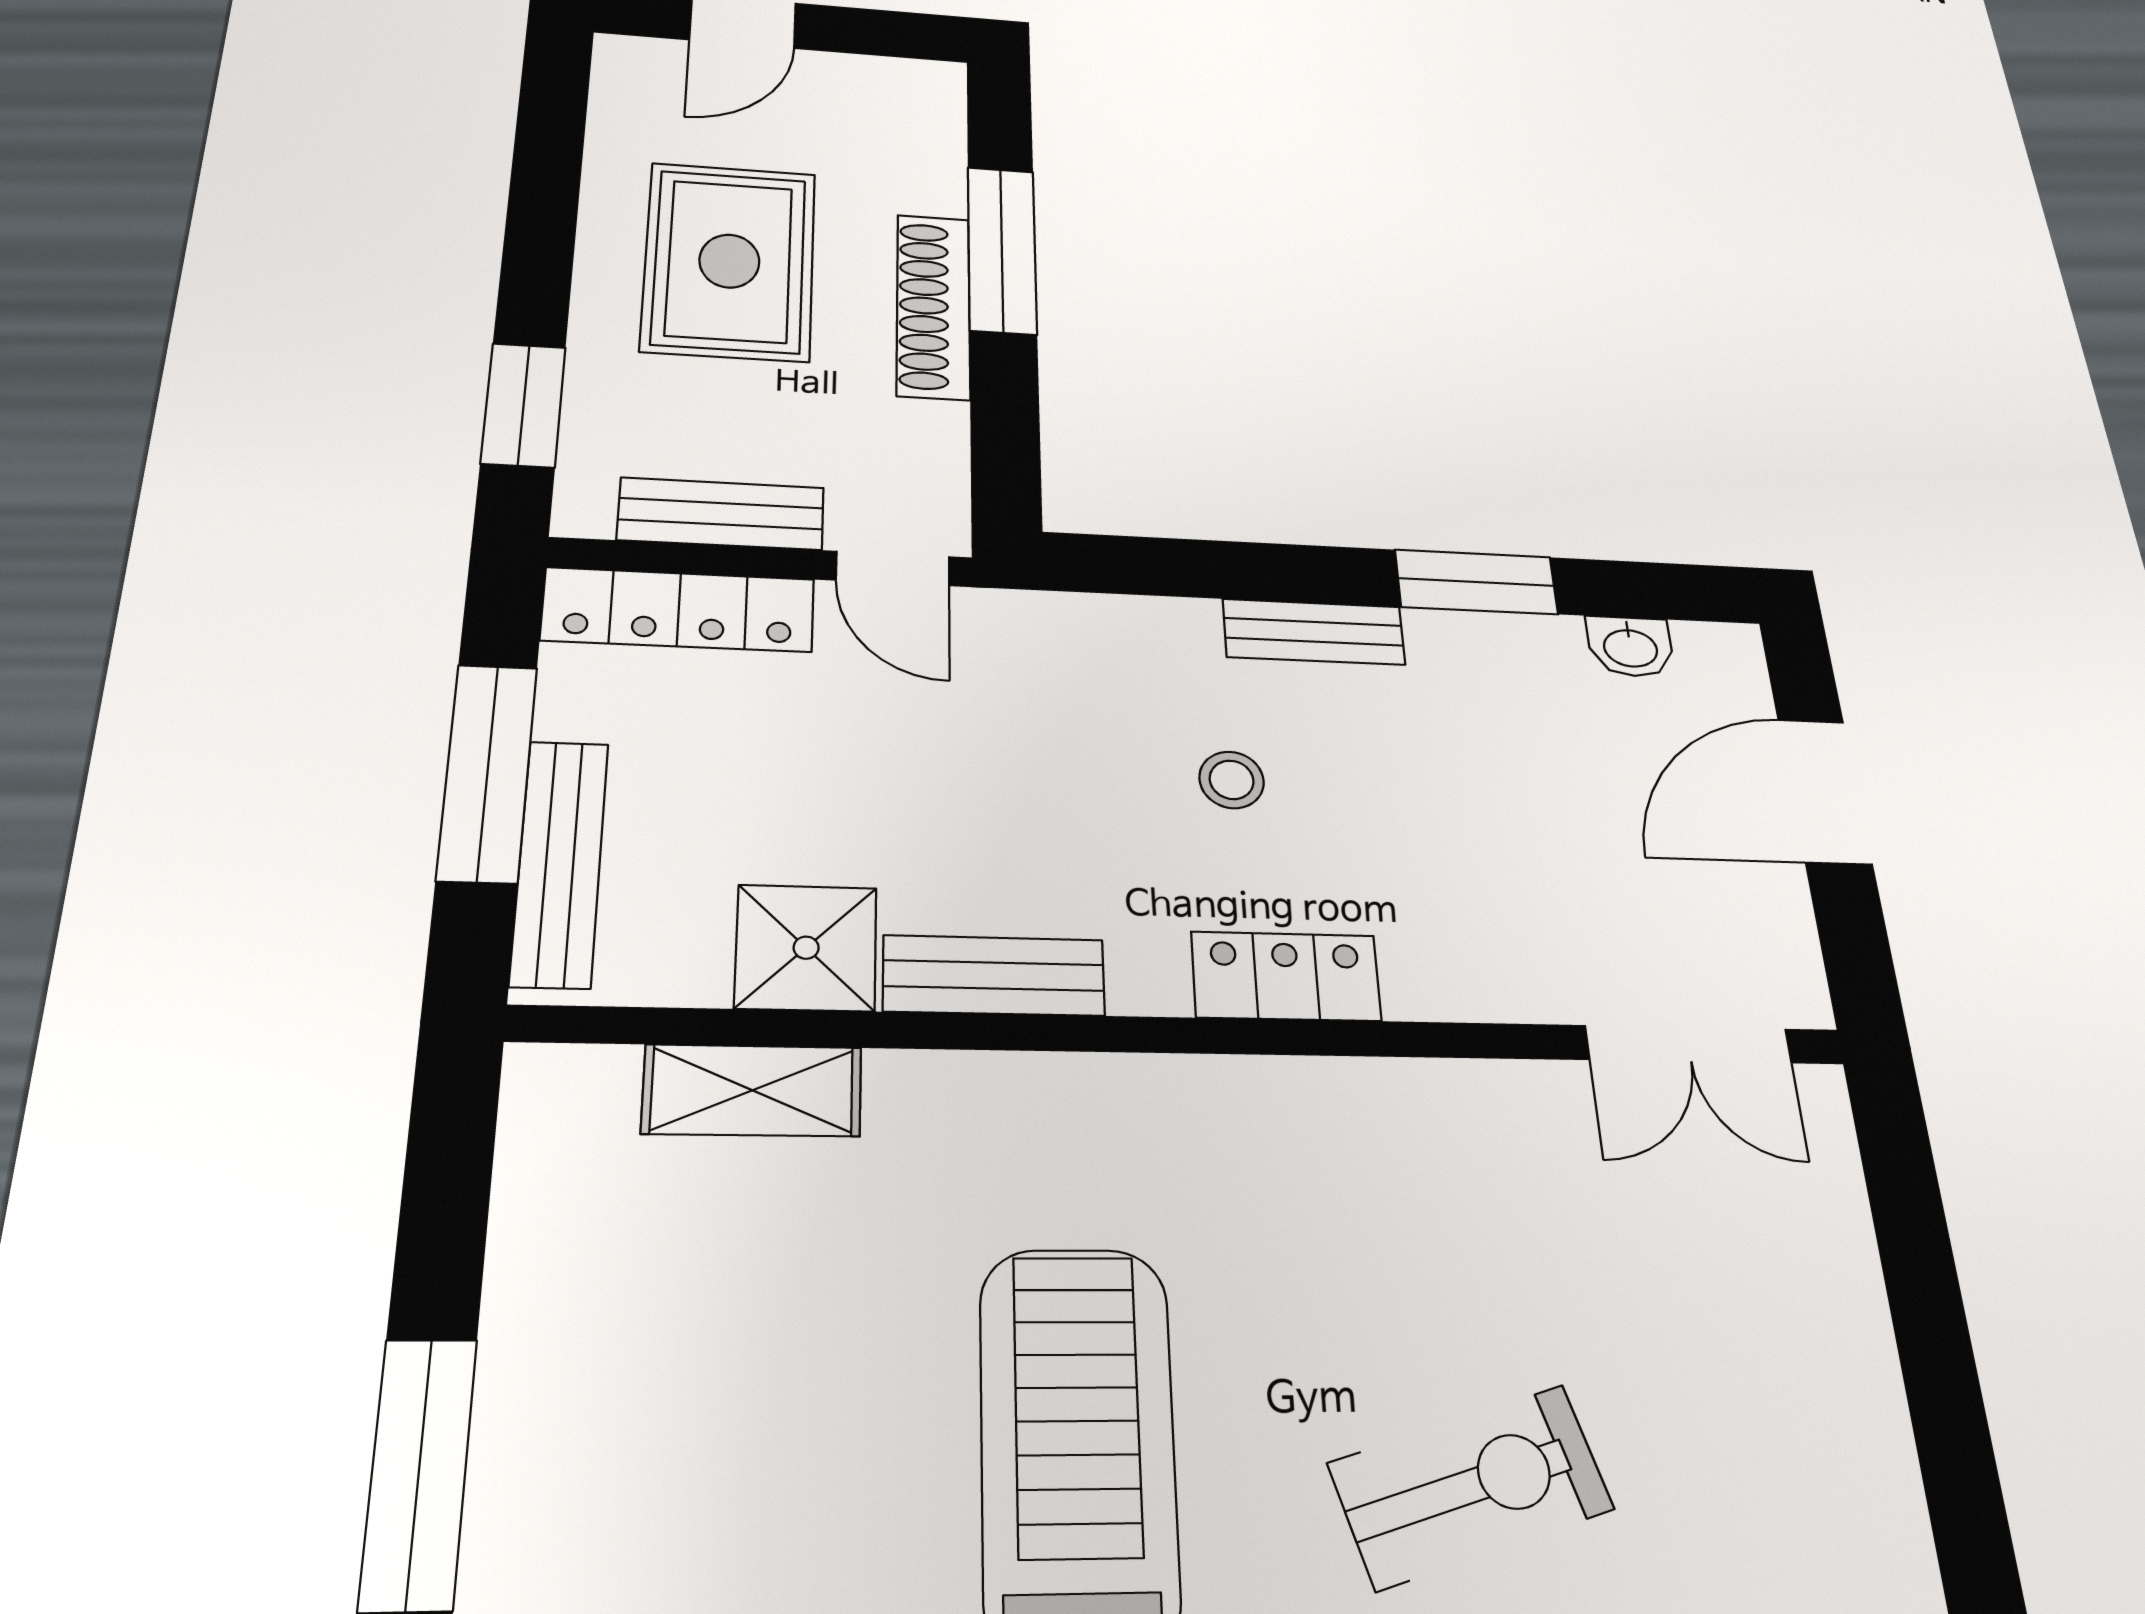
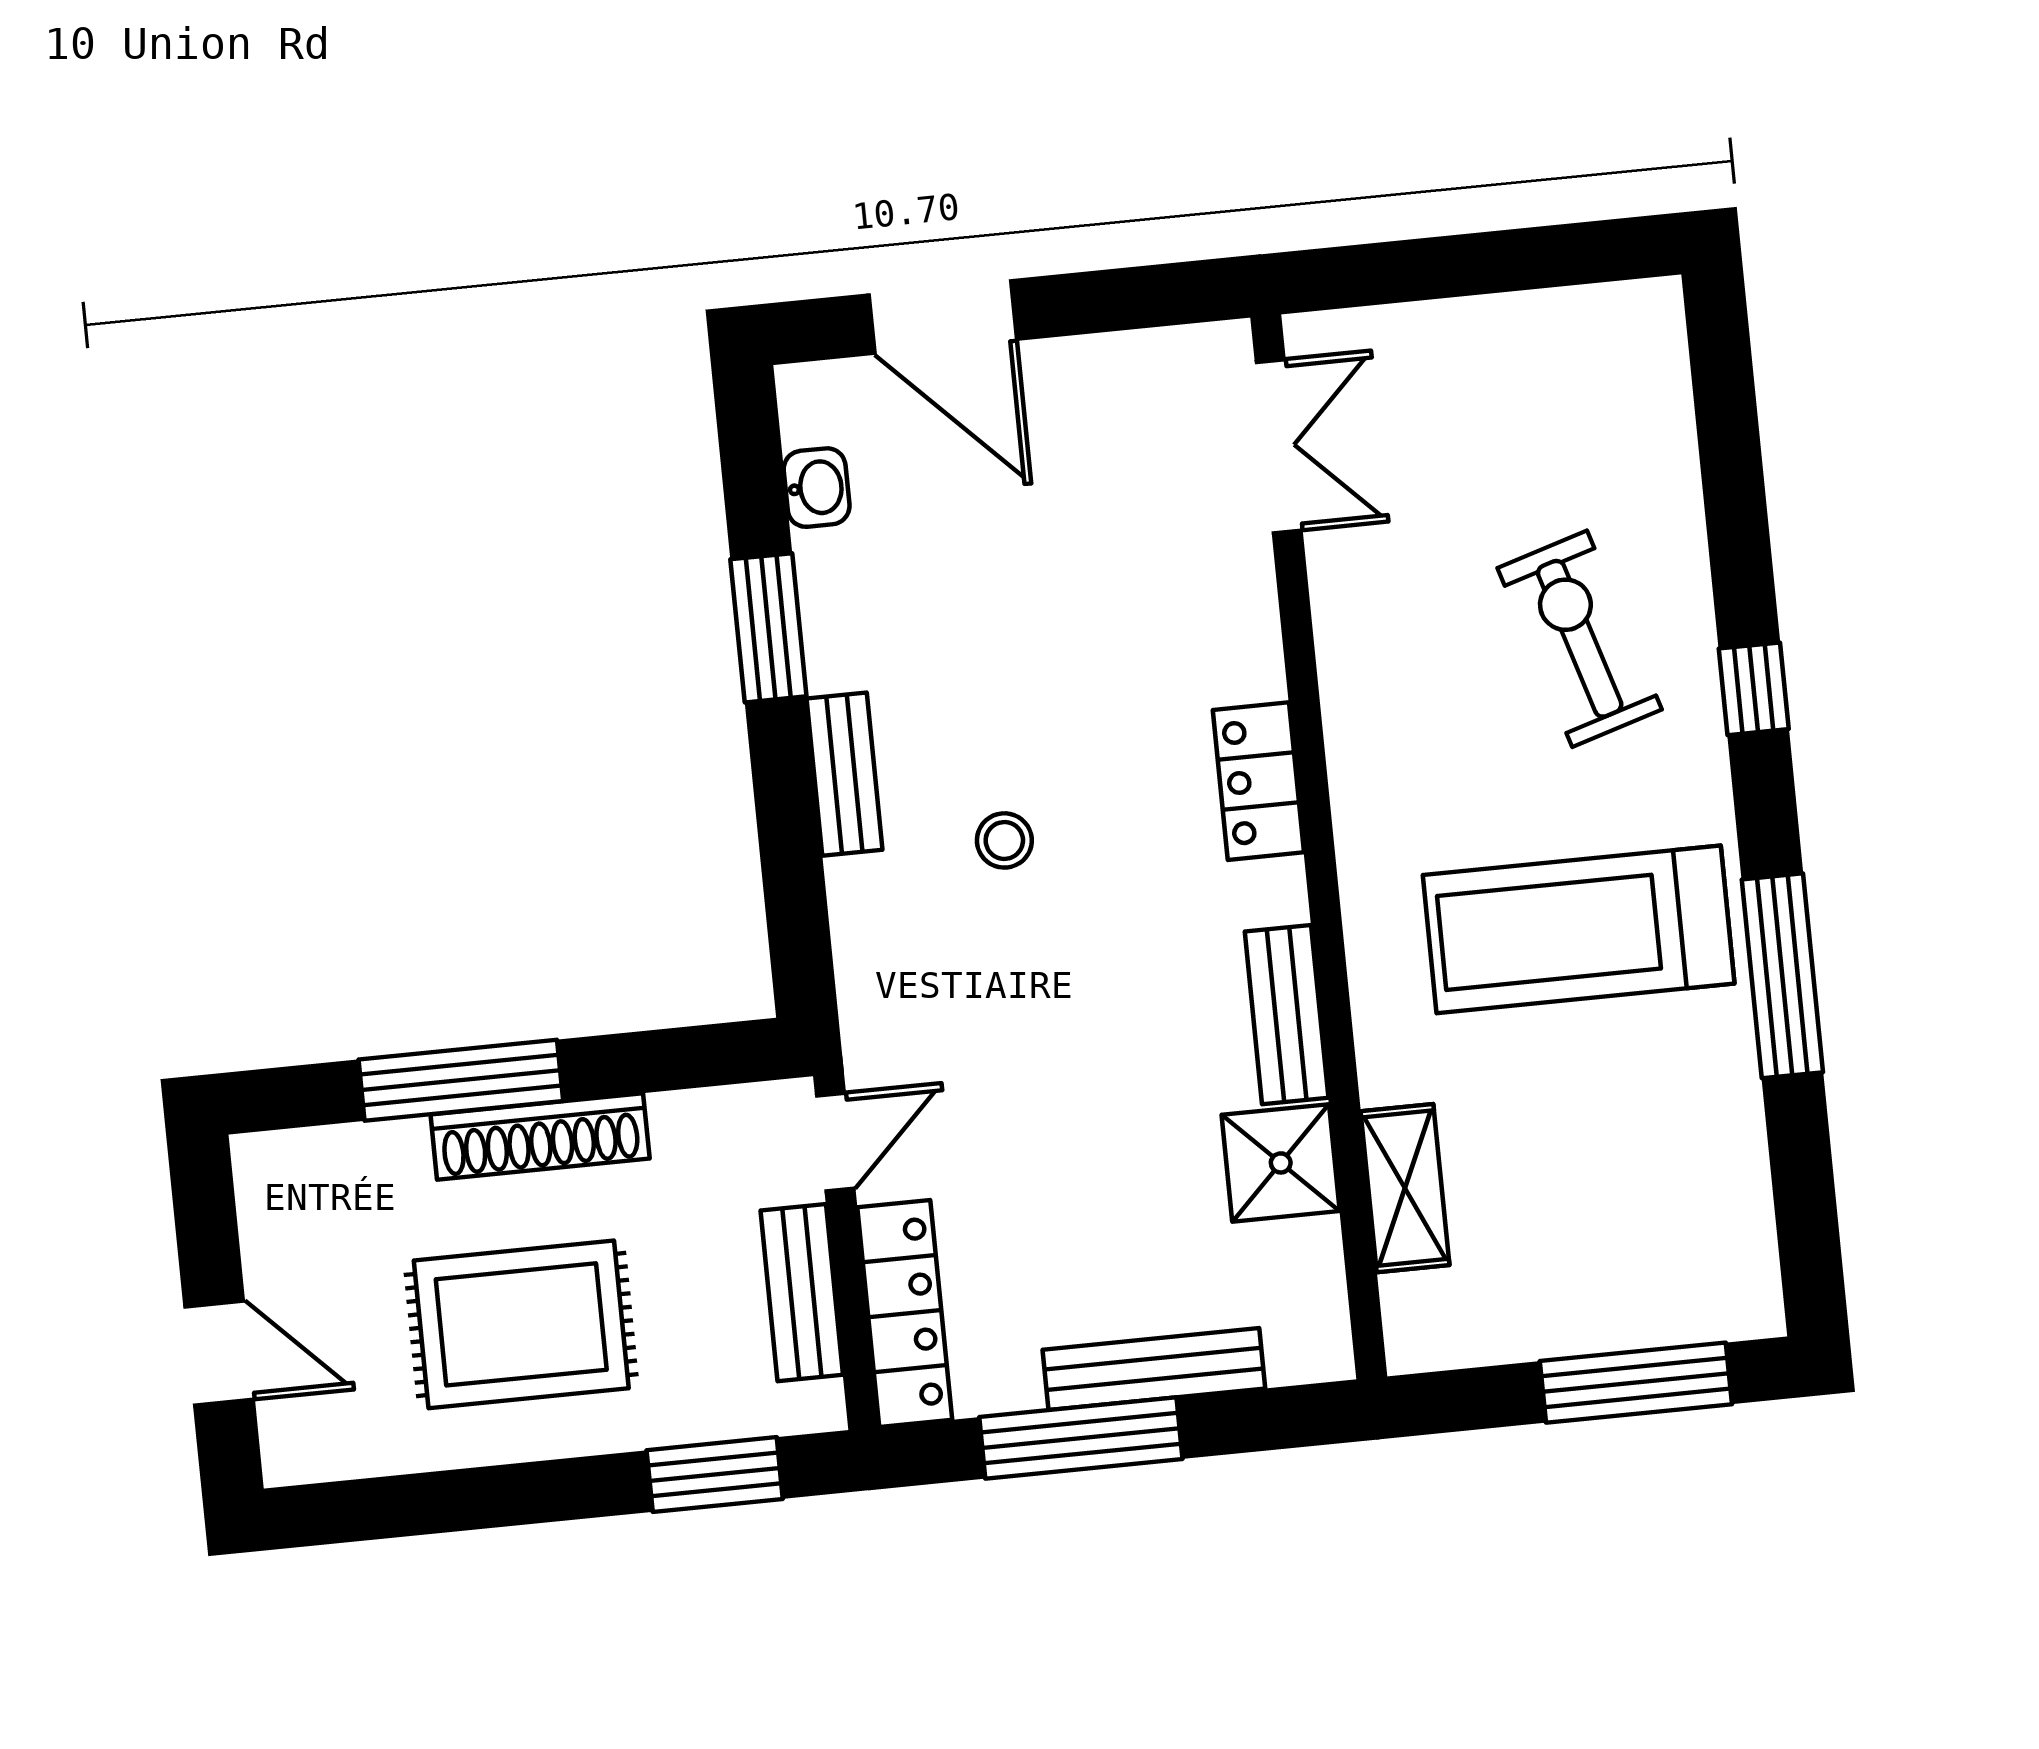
shower: (806, 948) -> (1281, 1163), moved
bench: (994, 976) -> (1287, 1015), moved
locker: (1286, 976) -> (1258, 781), moved
wall: (1202, 1036) -> (1319, 847), moved
double door: (1689, 1044) -> (1279, 446), moved
shelving: (752, 1090) -> (1405, 1188), moved

